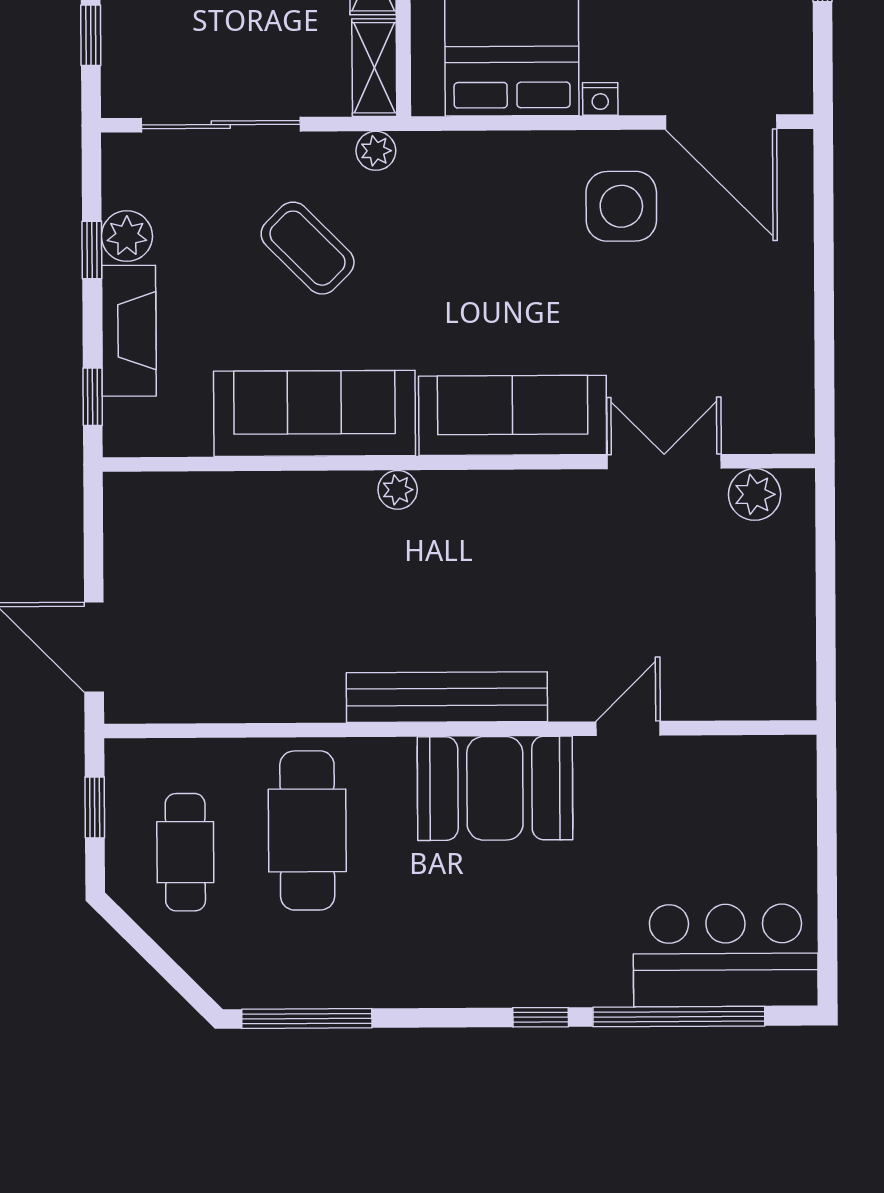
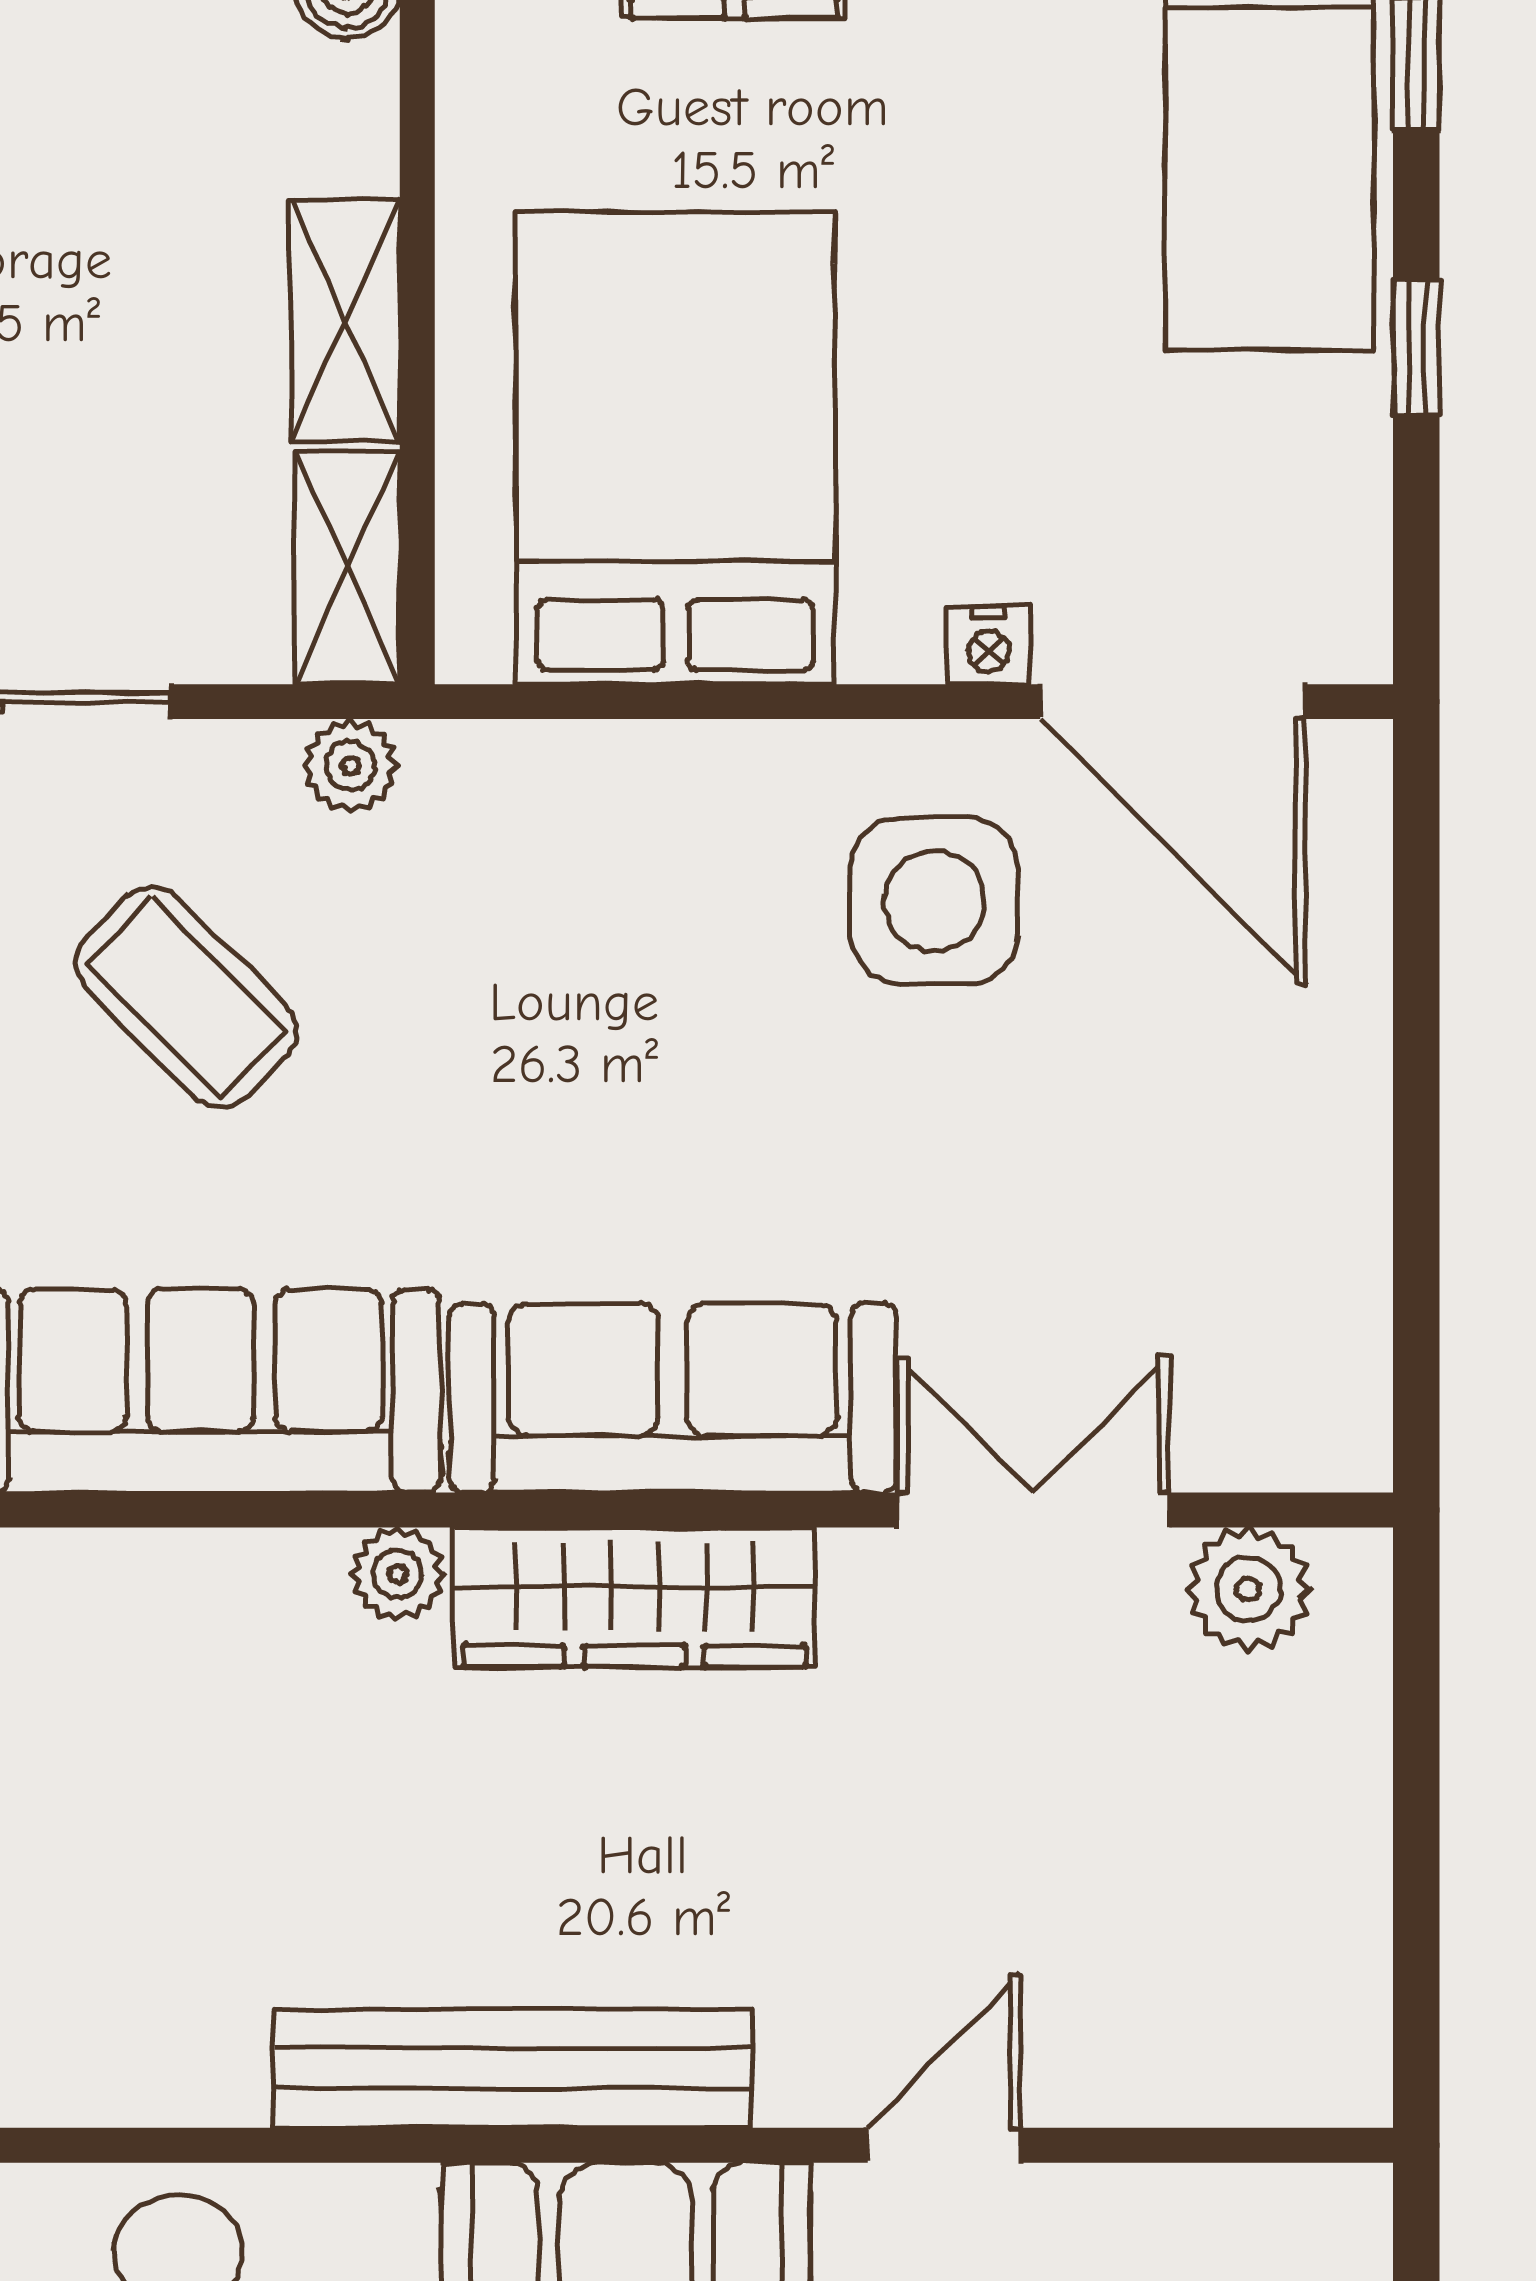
nightstand: (600, 99) -> (989, 645), moved
wardrobe: (497, 499) -> (634, 1597), added

